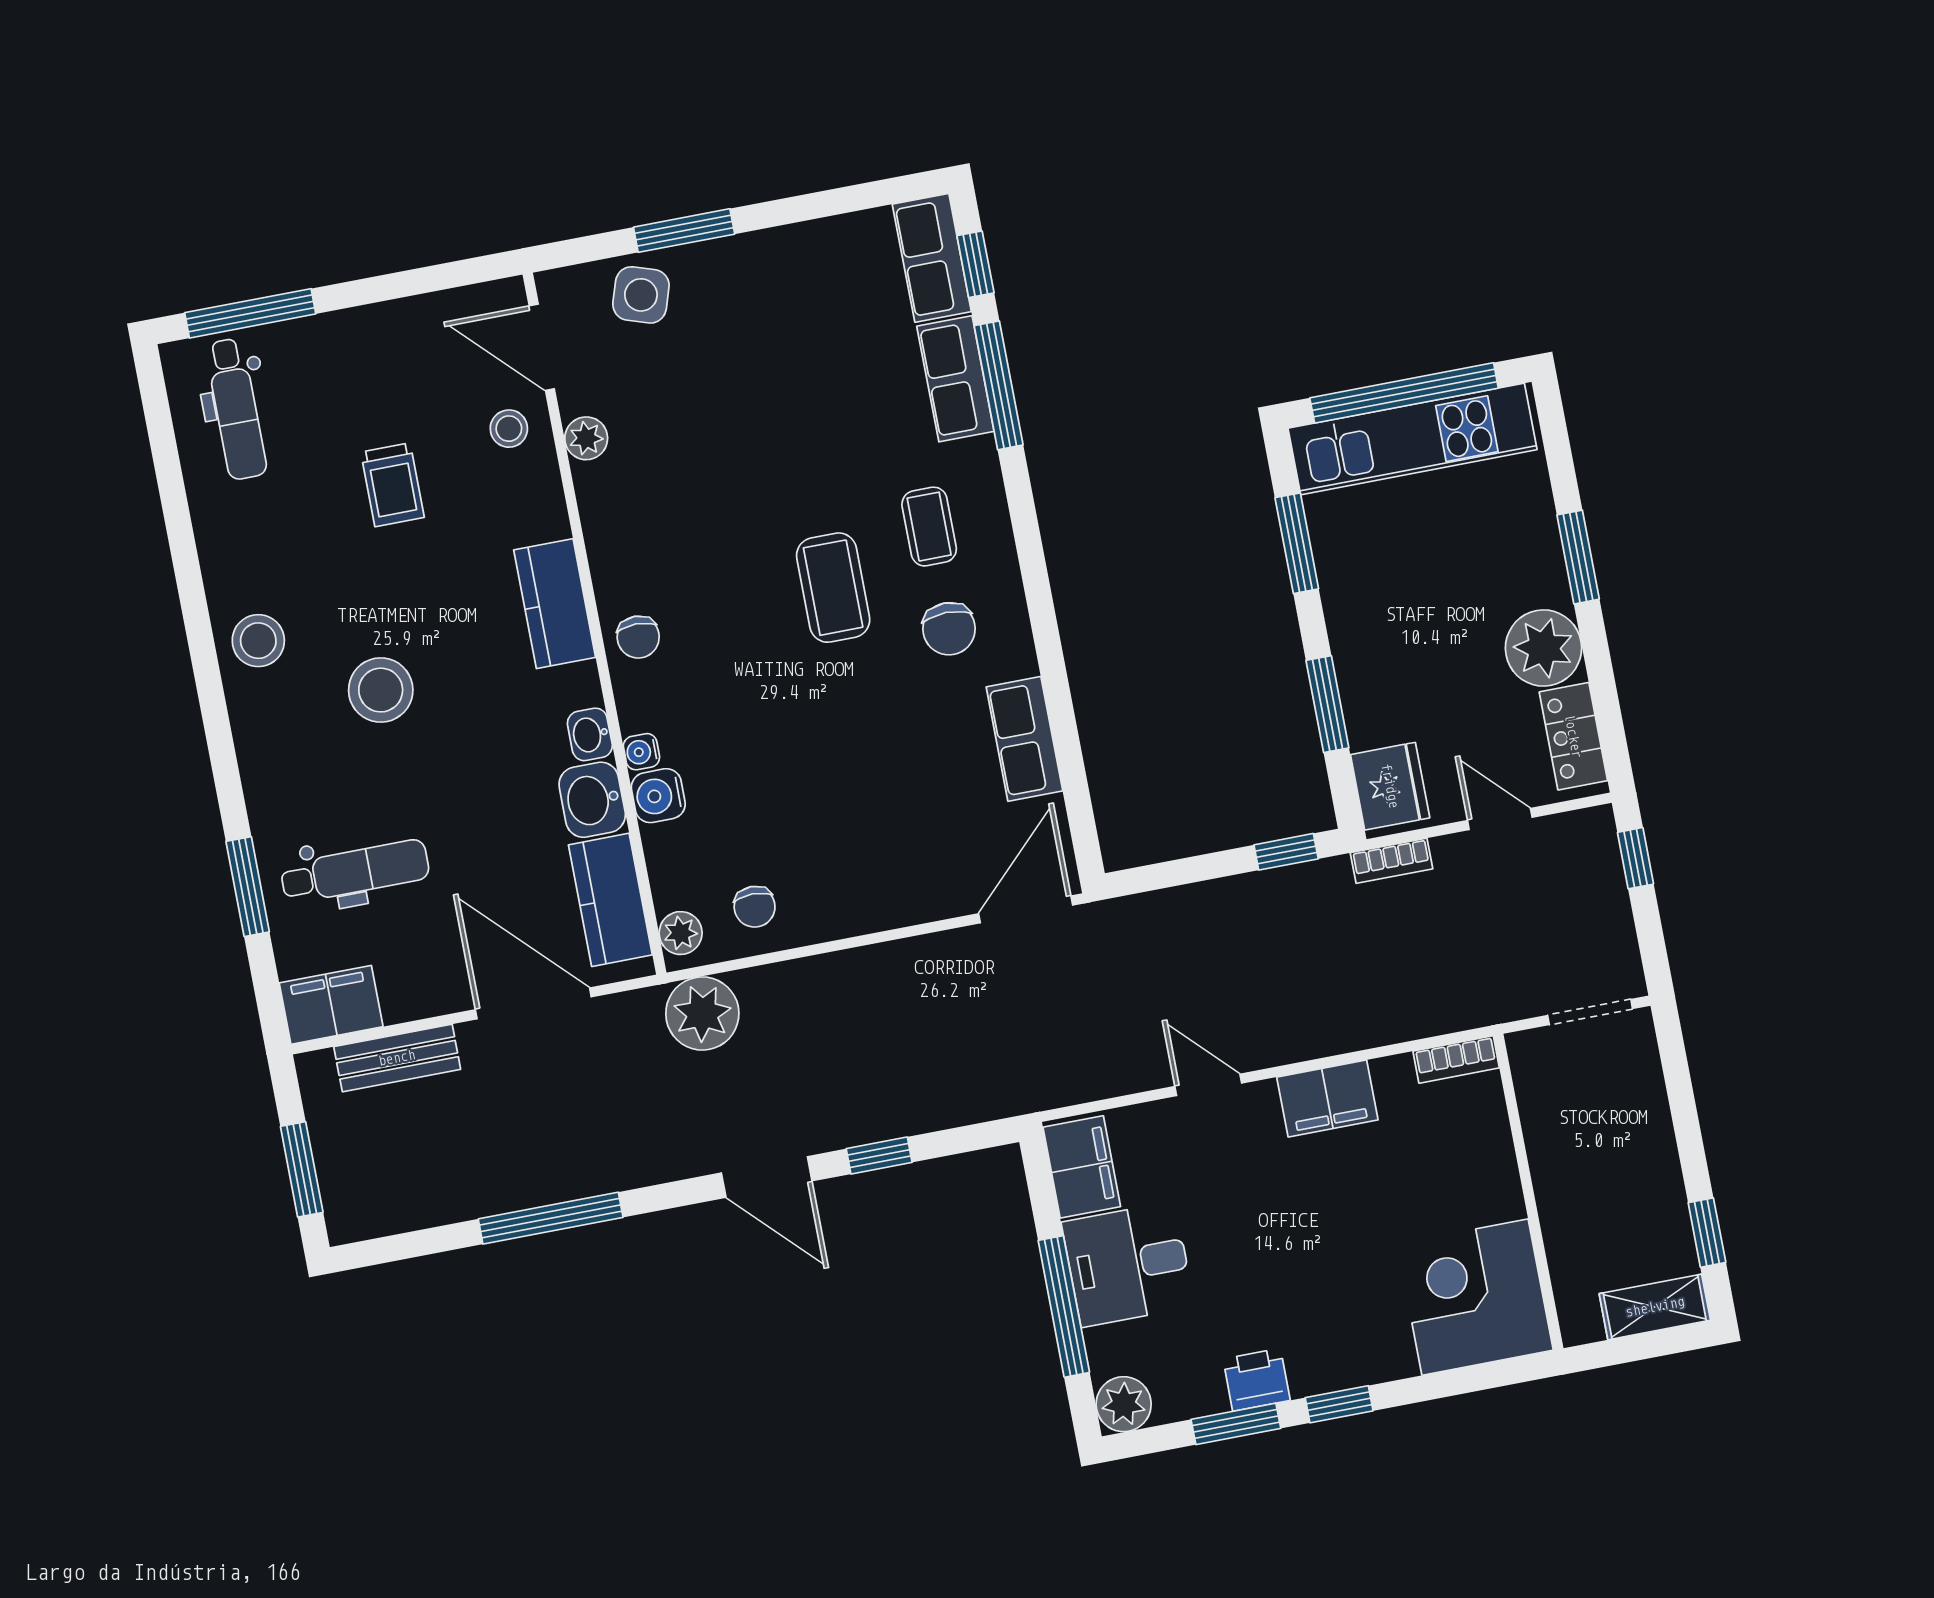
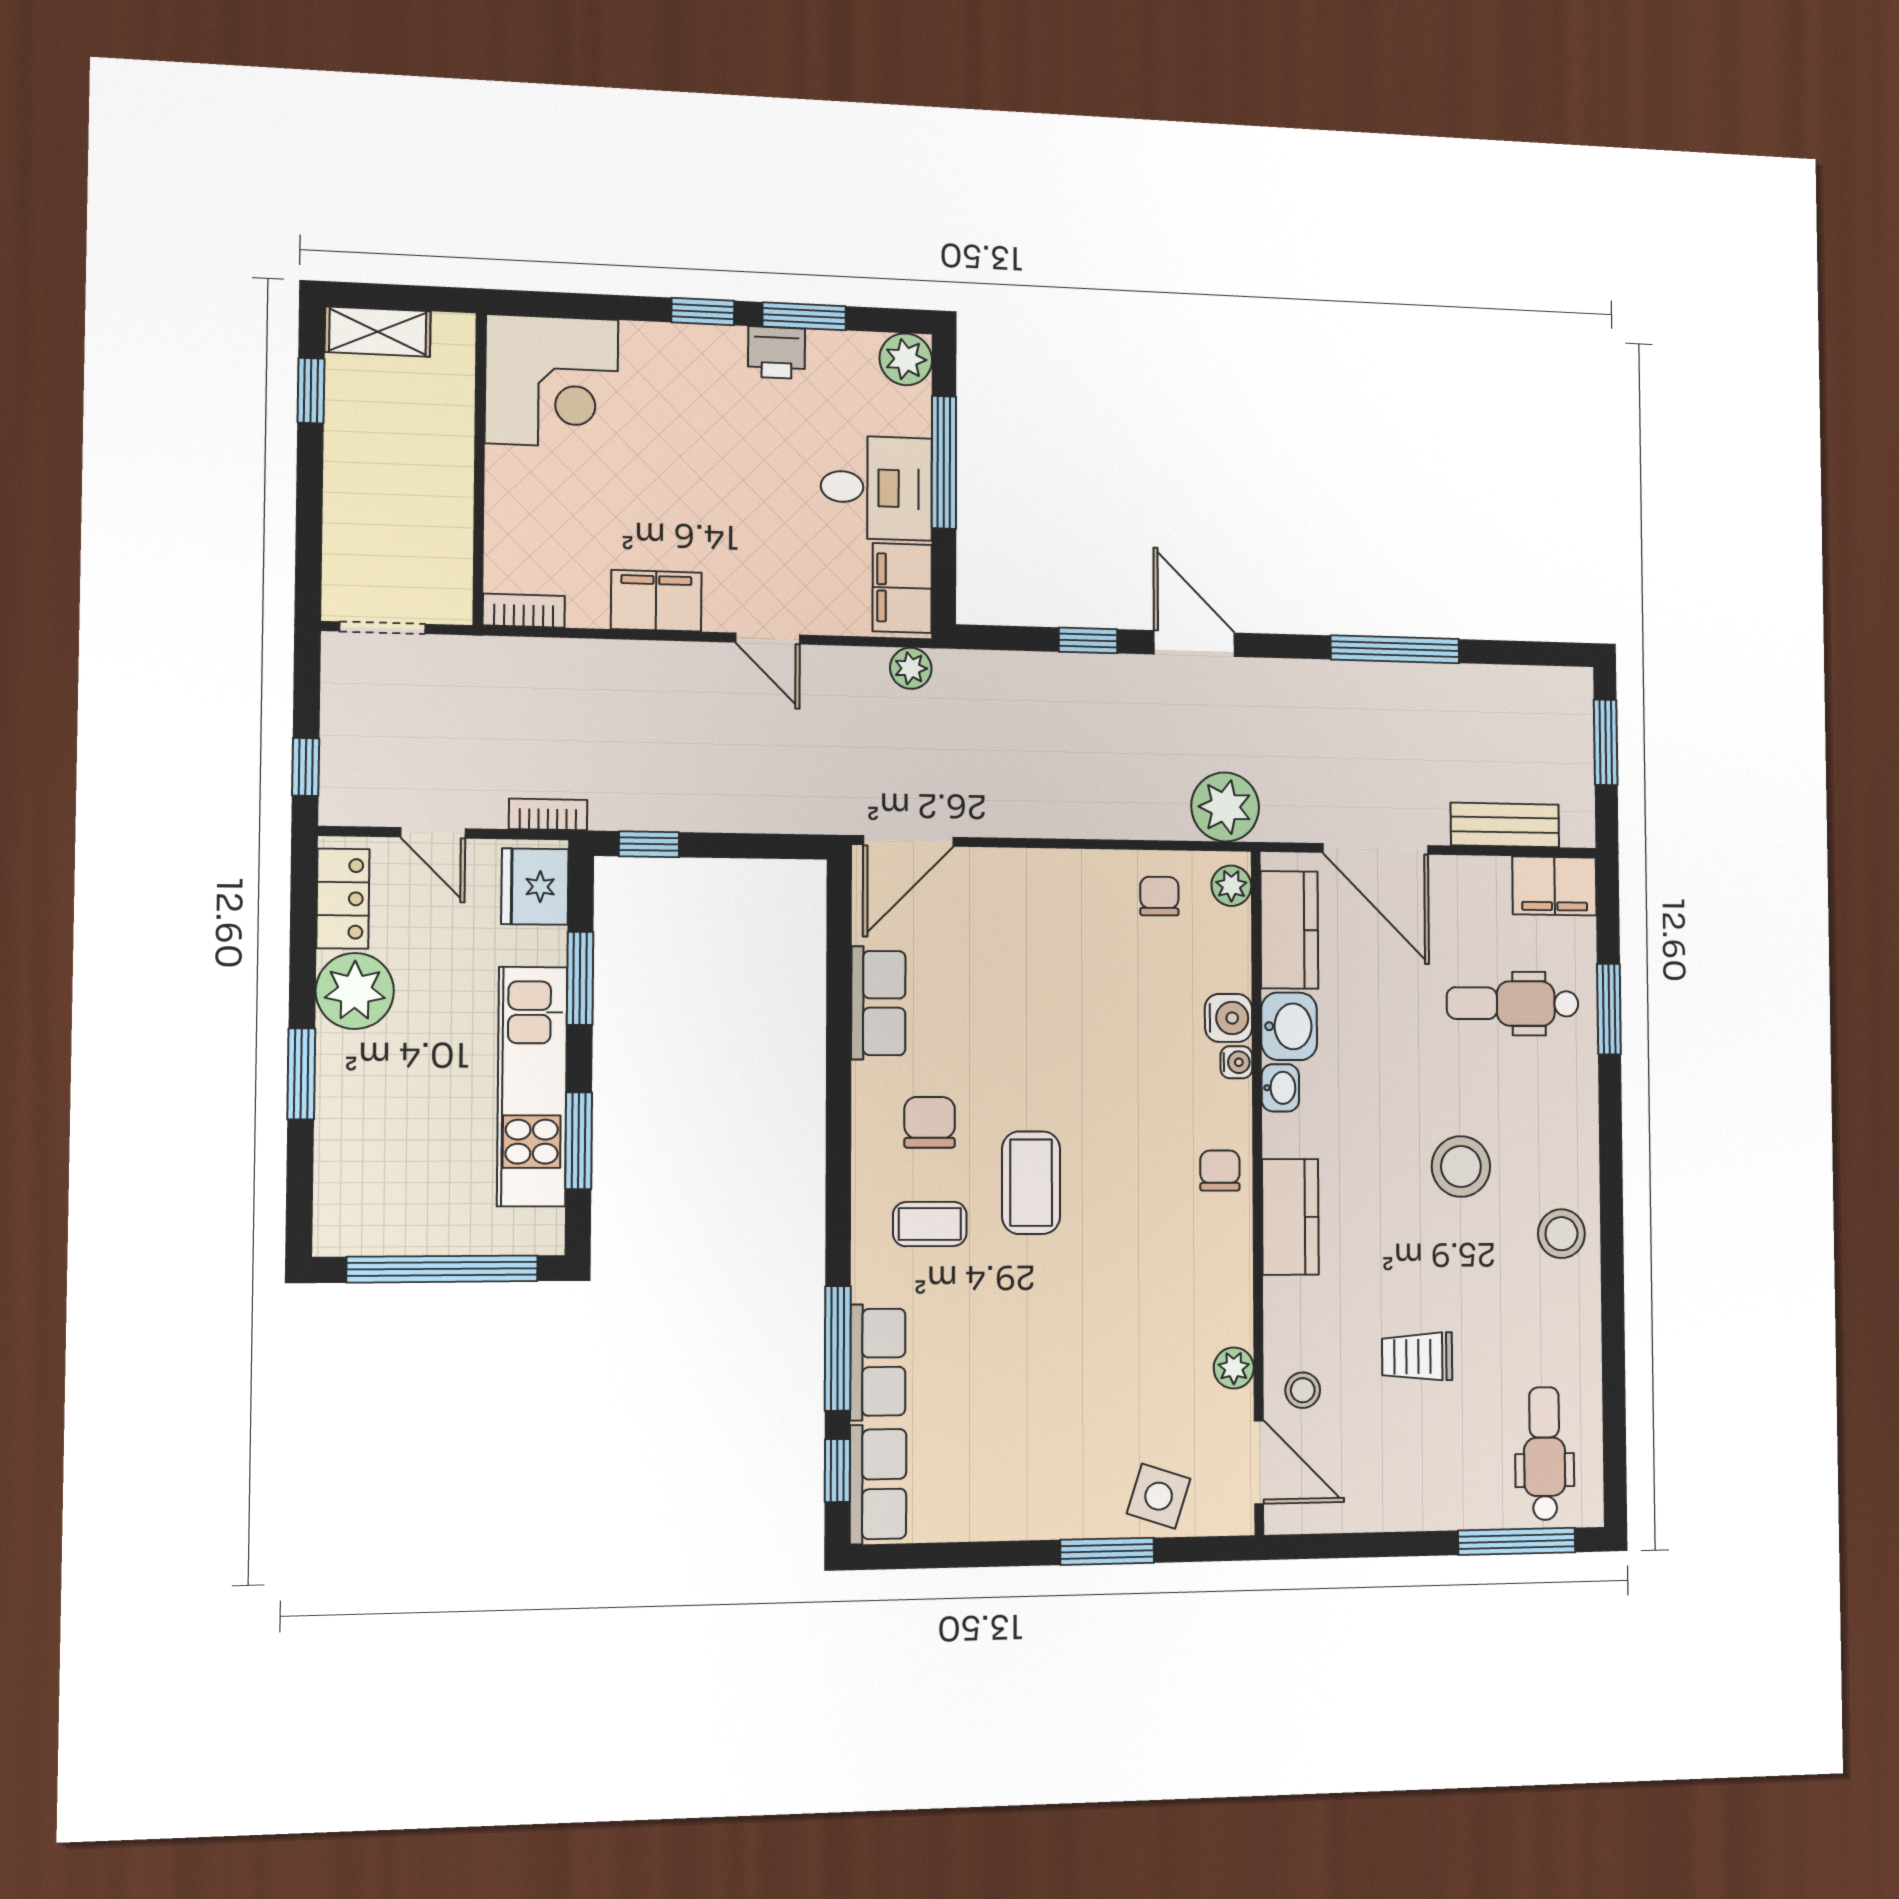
kitchen unit: (1413, 439) -> (532, 1086), moved, turned -90
trolley: (393, 485) -> (1417, 1357), turned -90
coffee table: (929, 527) -> (930, 1224), turned 90
plant: (1057, 1086) -> (911, 668), added

